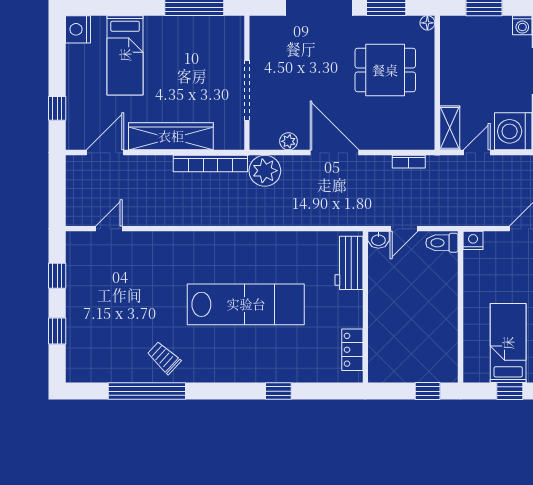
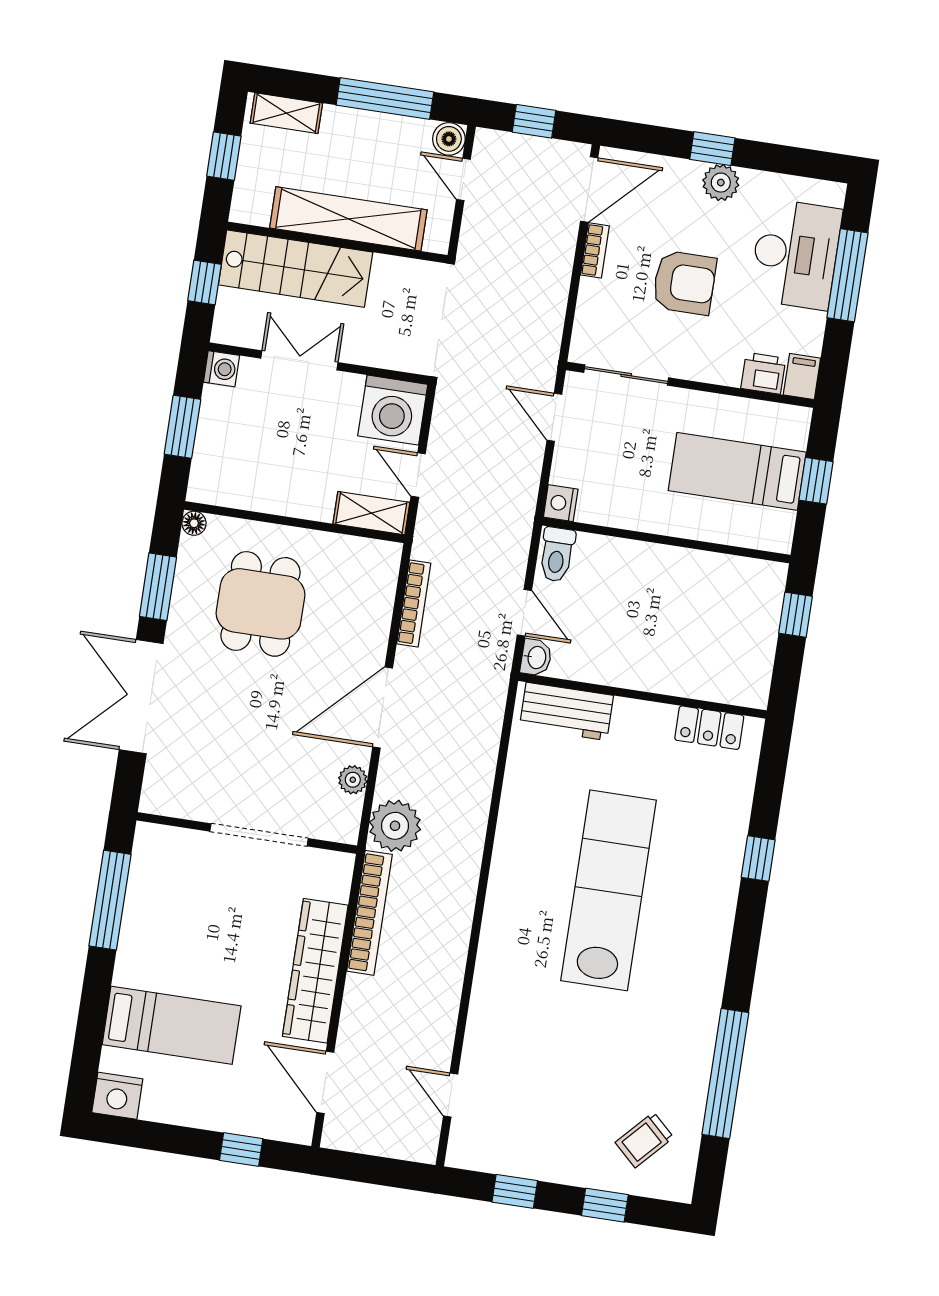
bookcase: (409, 162) -> (414, 604), width x1.56
trolley: (164, 358) -> (644, 1140), moved

